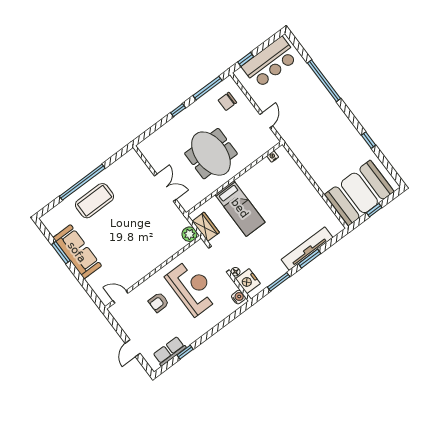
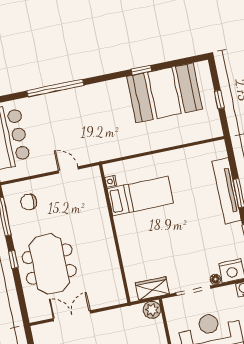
chair: (227, 101) -> (29, 202), turned 90
meeting table: (211, 154) -> (49, 264), moved, turned 90
double door: (165, 188) -> (72, 316), moved
booth: (359, 193) -> (164, 93), moved, turned 90
bed: (240, 208) -> (140, 196), moved

